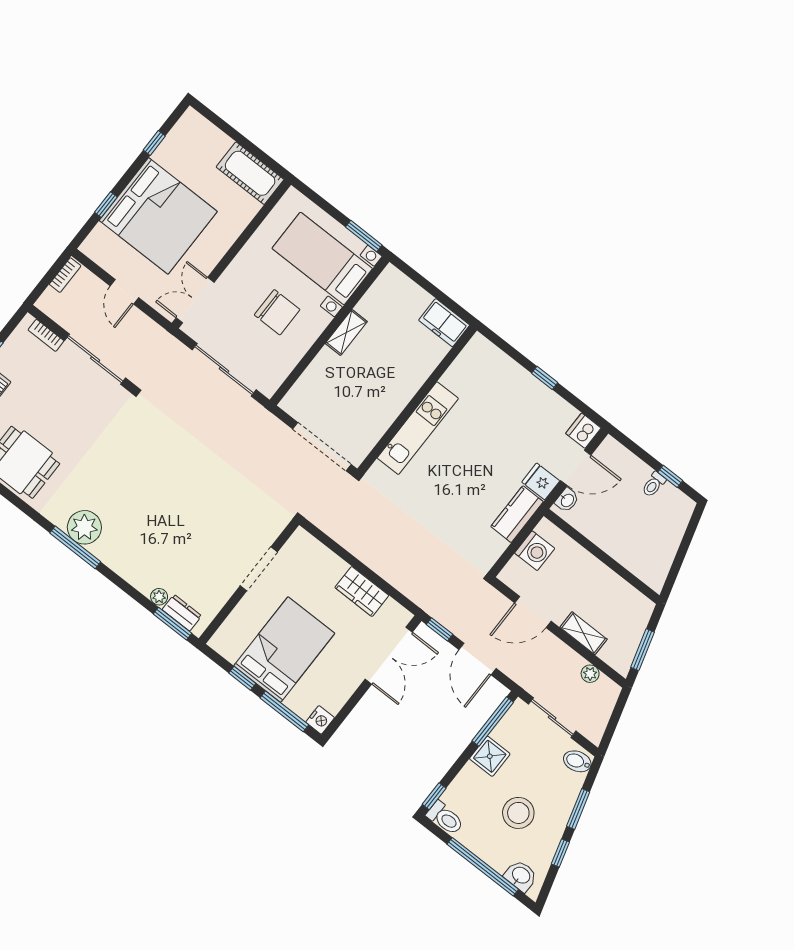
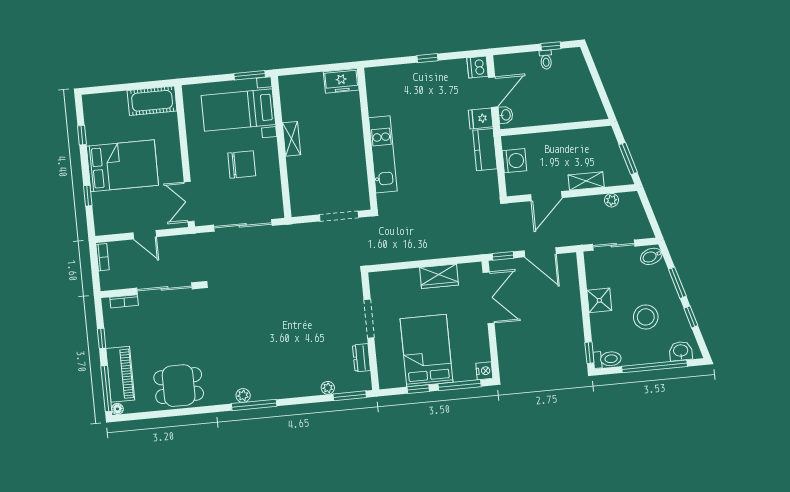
bed: (158, 216) -> (122, 166), width x0.73
doorway: (322, 447) -> (339, 216), width x0.73
plant: (84, 527) -> (243, 395), width x0.53, depth x0.53
dresser: (182, 613) -> (362, 358), moved, turned -90
window: (493, 721) -> (582, 279), removed

